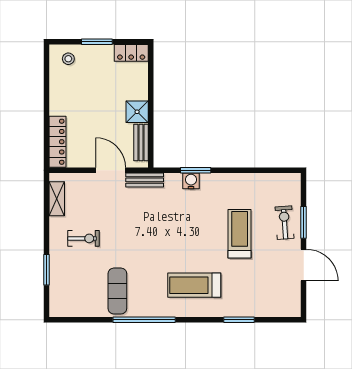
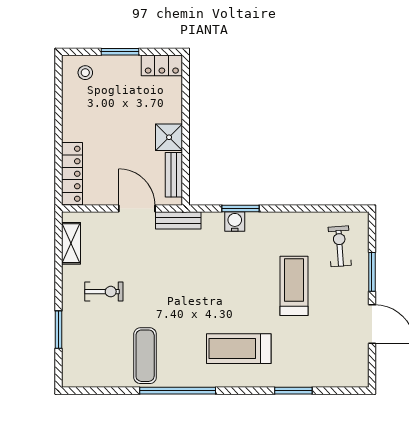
exercise bike: (285, 223) -> (340, 246), moved

